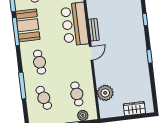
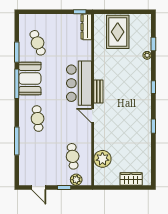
door: (91, 53) -> (93, 116), swing flipped
cafe table: (44, 98) -> (38, 156), removed

